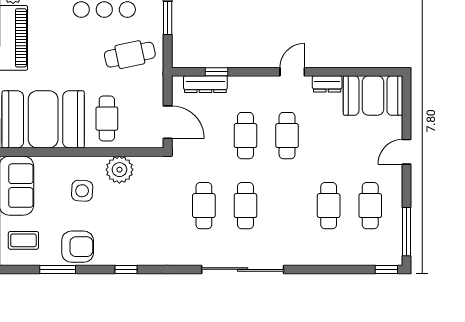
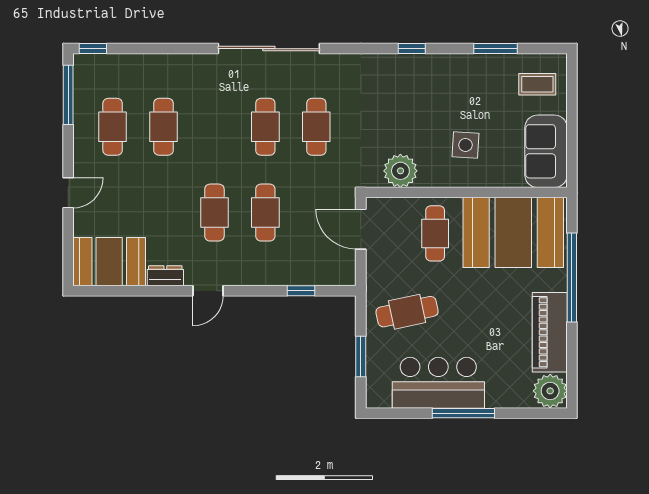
dresser: (205, 84) -> (314, 276), removed
plant: (119, 170) -> (400, 171), moved
armchair: (78, 247) -> (471, 76), removed

